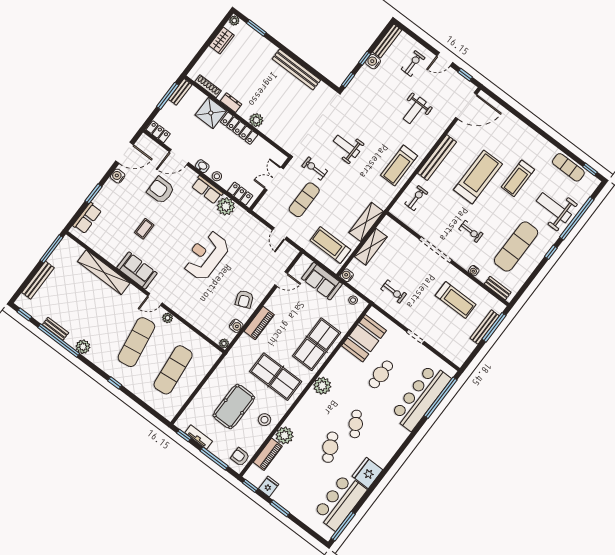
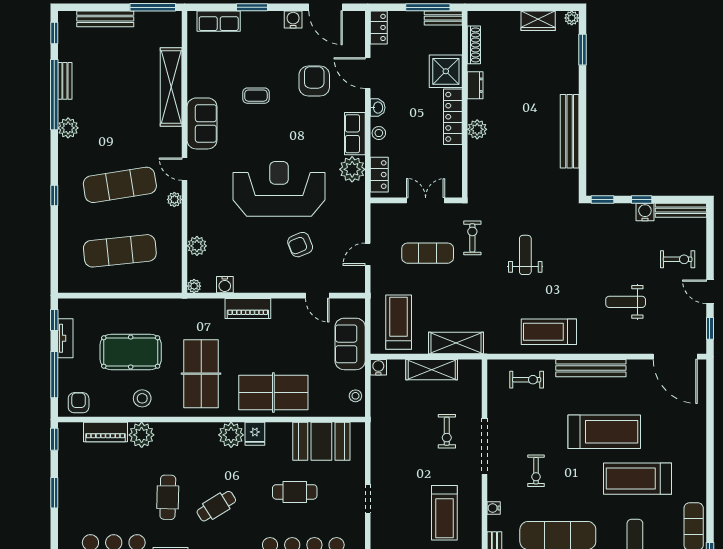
treadmill: (518, 178) -> (637, 479), width x1.37, depth x1.38
reception desk: (206, 255) -> (279, 189), width x1.36, depth x1.30
exercise bike: (394, 291) -> (447, 431), moved
armchair: (244, 299) -> (300, 245), moved
plant: (203, 325) -> (197, 246), added
cafe table: (330, 447) -> (168, 497), turned -64
fridge: (269, 486) -> (255, 434), moved, turned 90

